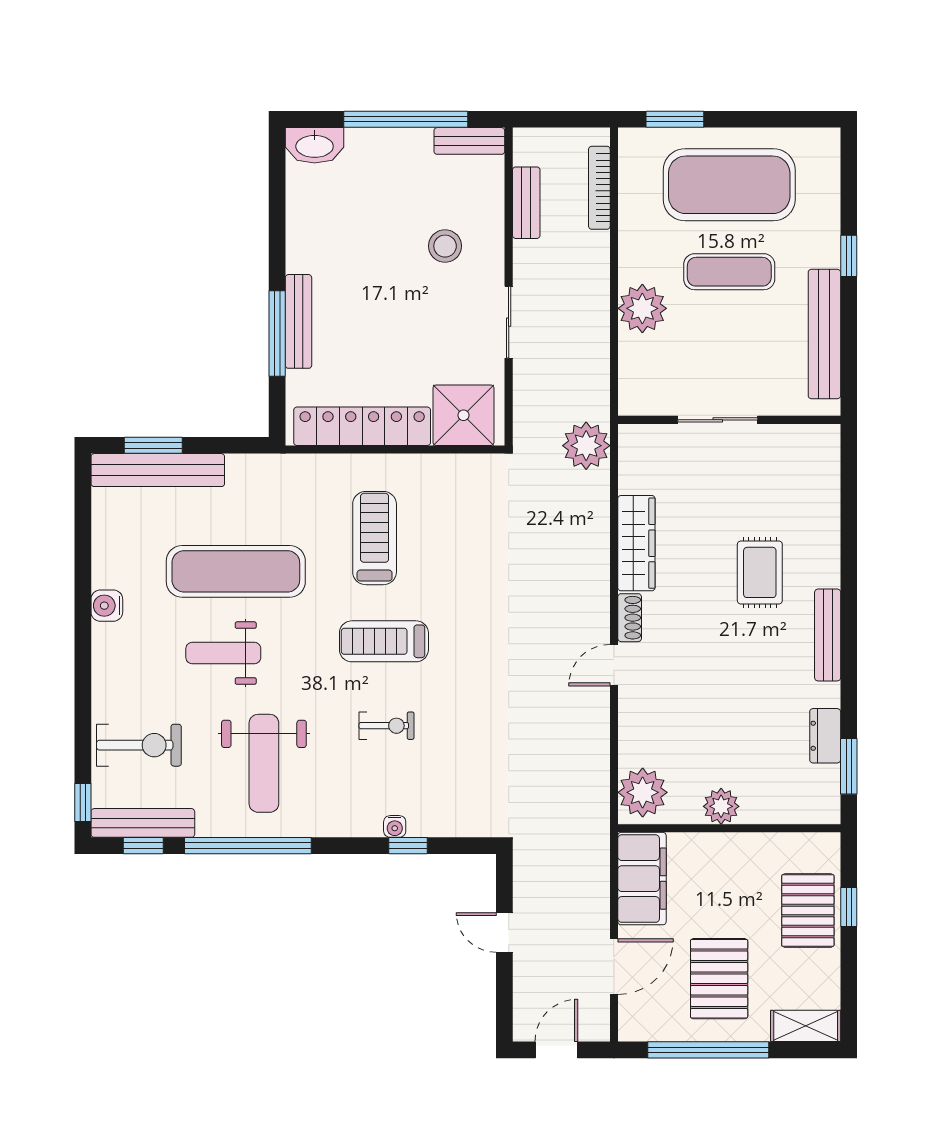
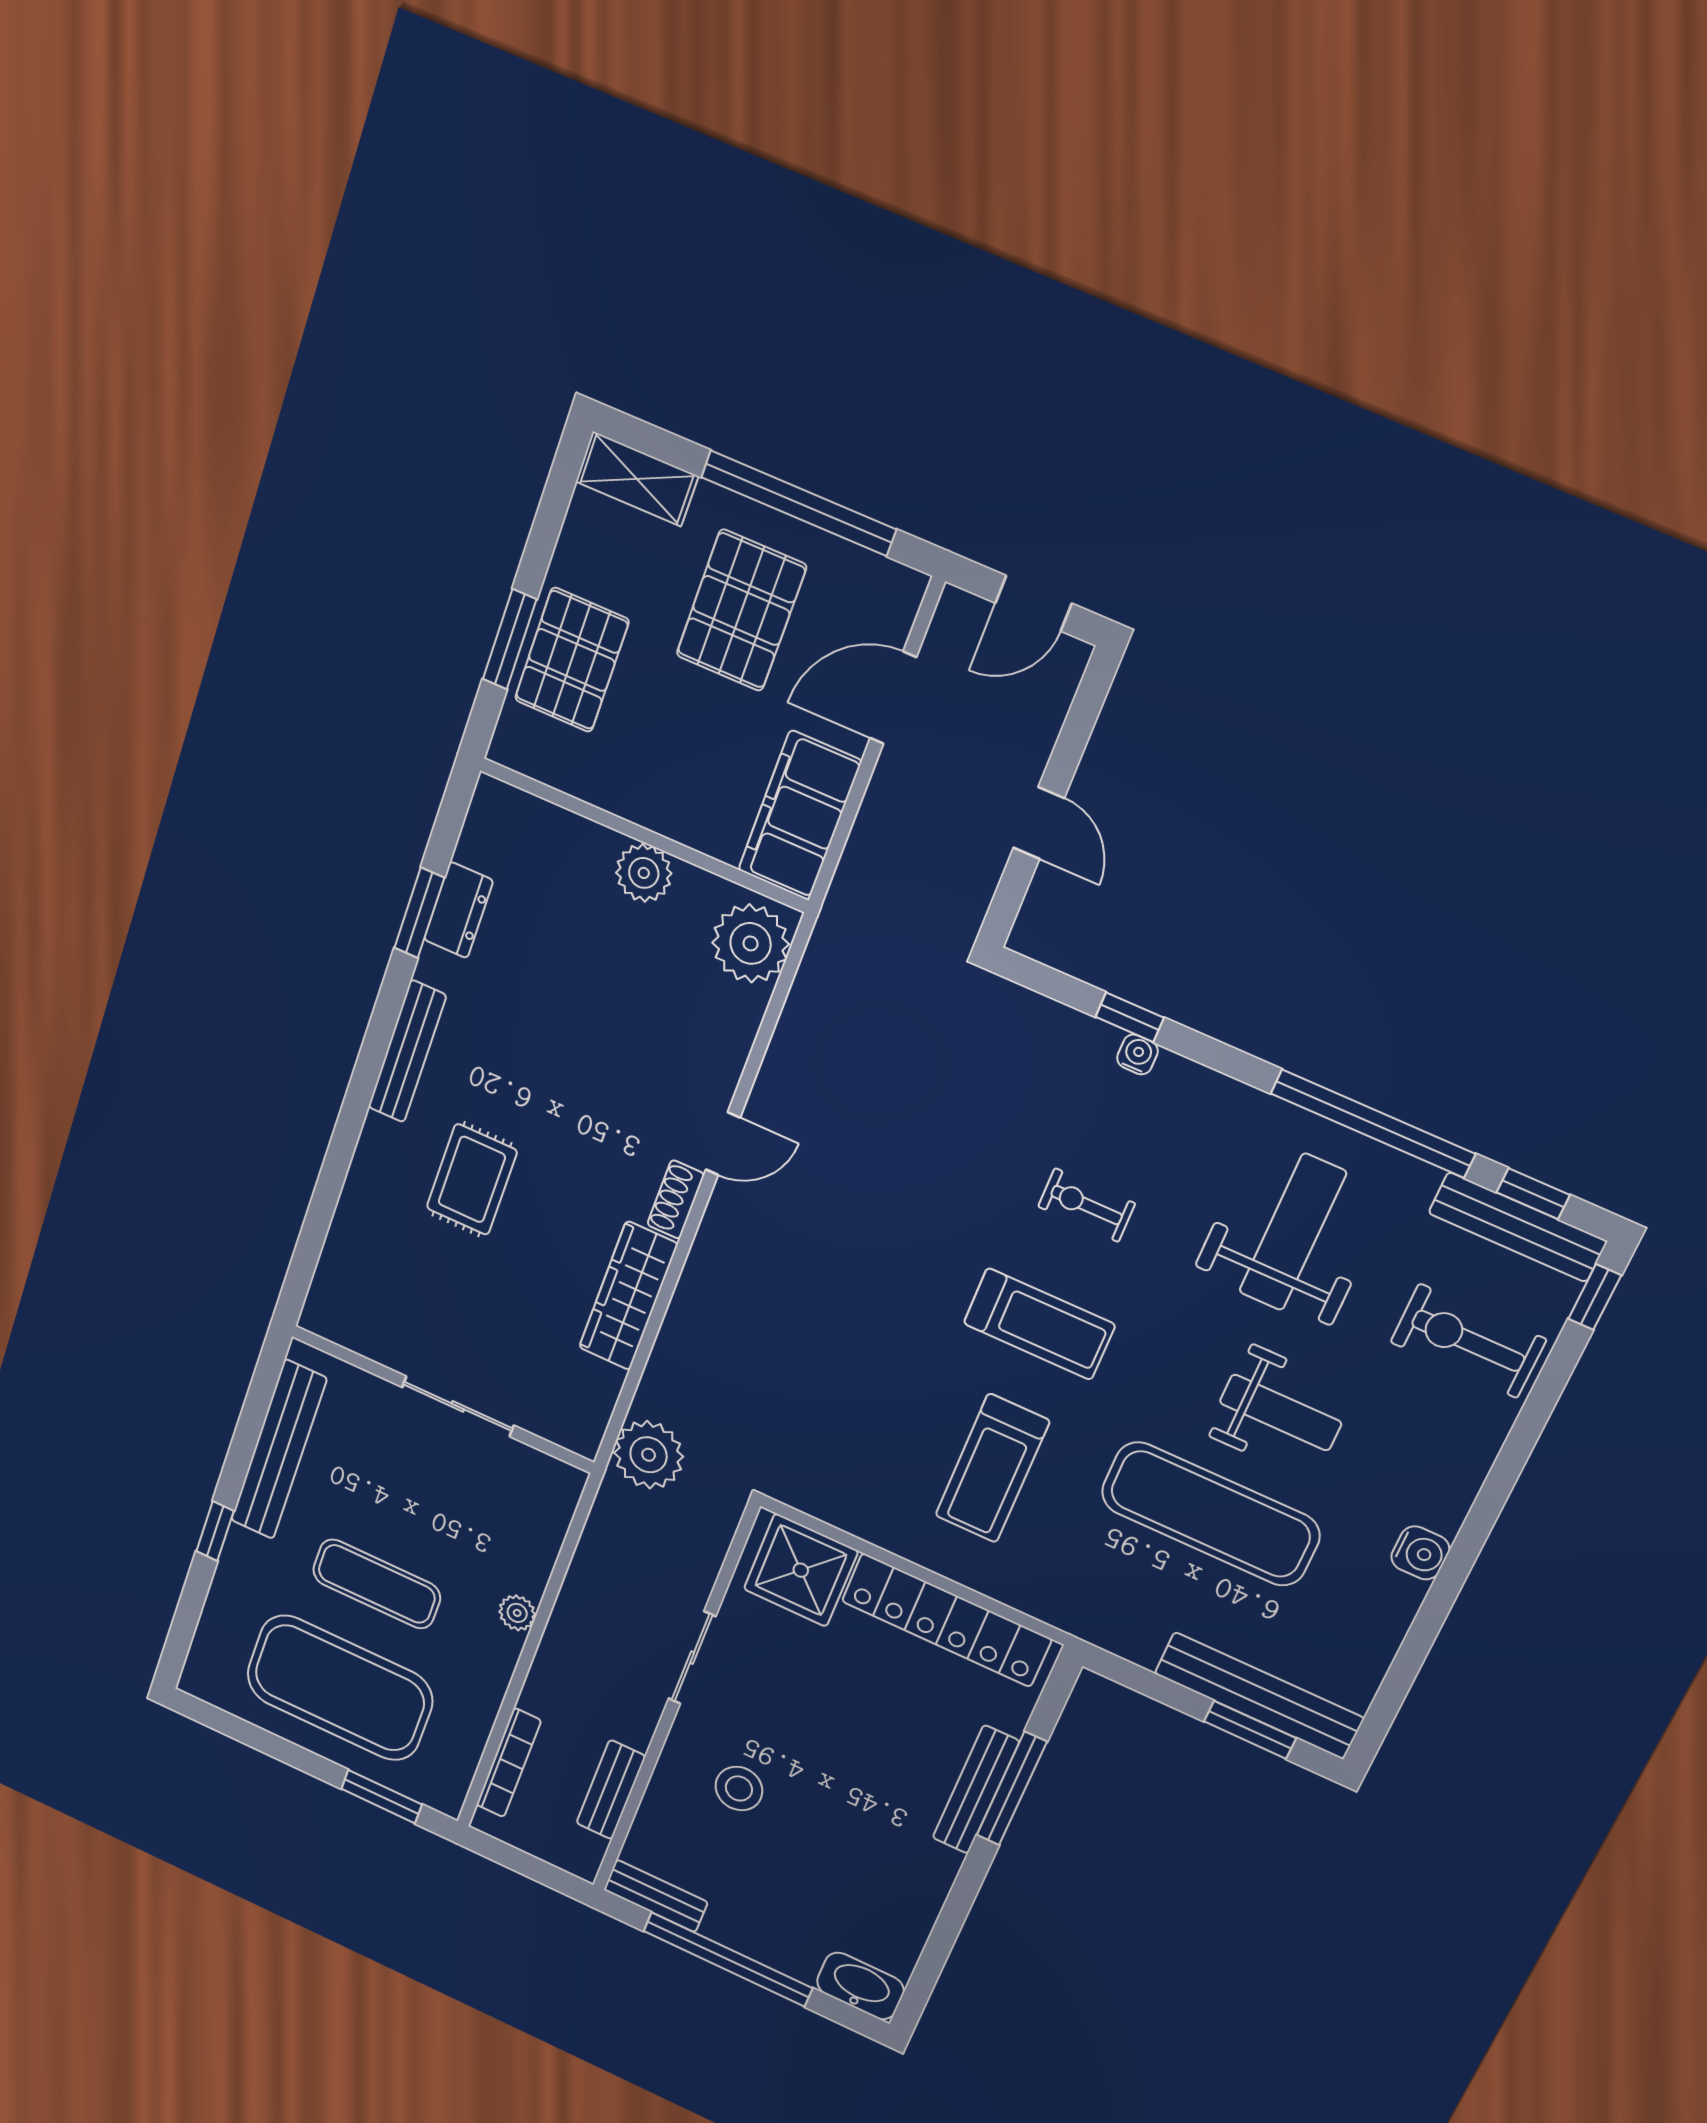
plant: (642, 308) -> (517, 1613), width x0.53, depth x0.53
window: (849, 766) -> (419, 913), moved
window: (849, 907) -> (510, 639), width x1.50

